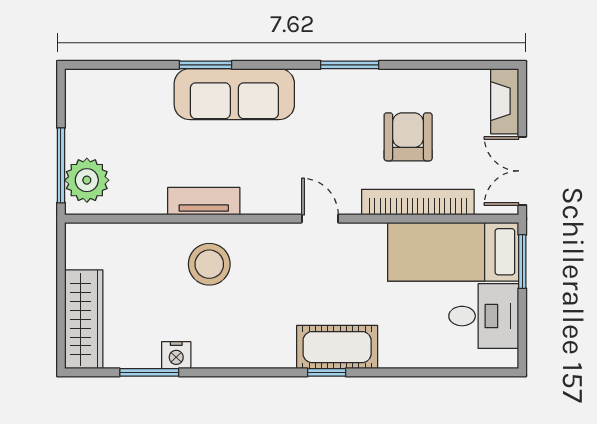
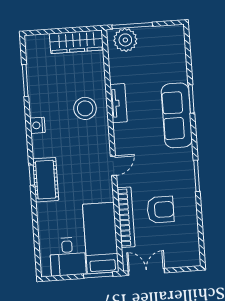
fireplace: (505, 101) -> (183, 260), removed
wardrobe: (84, 319) -> (76, 42), moved
nightstand: (176, 355) -> (38, 125), moved

